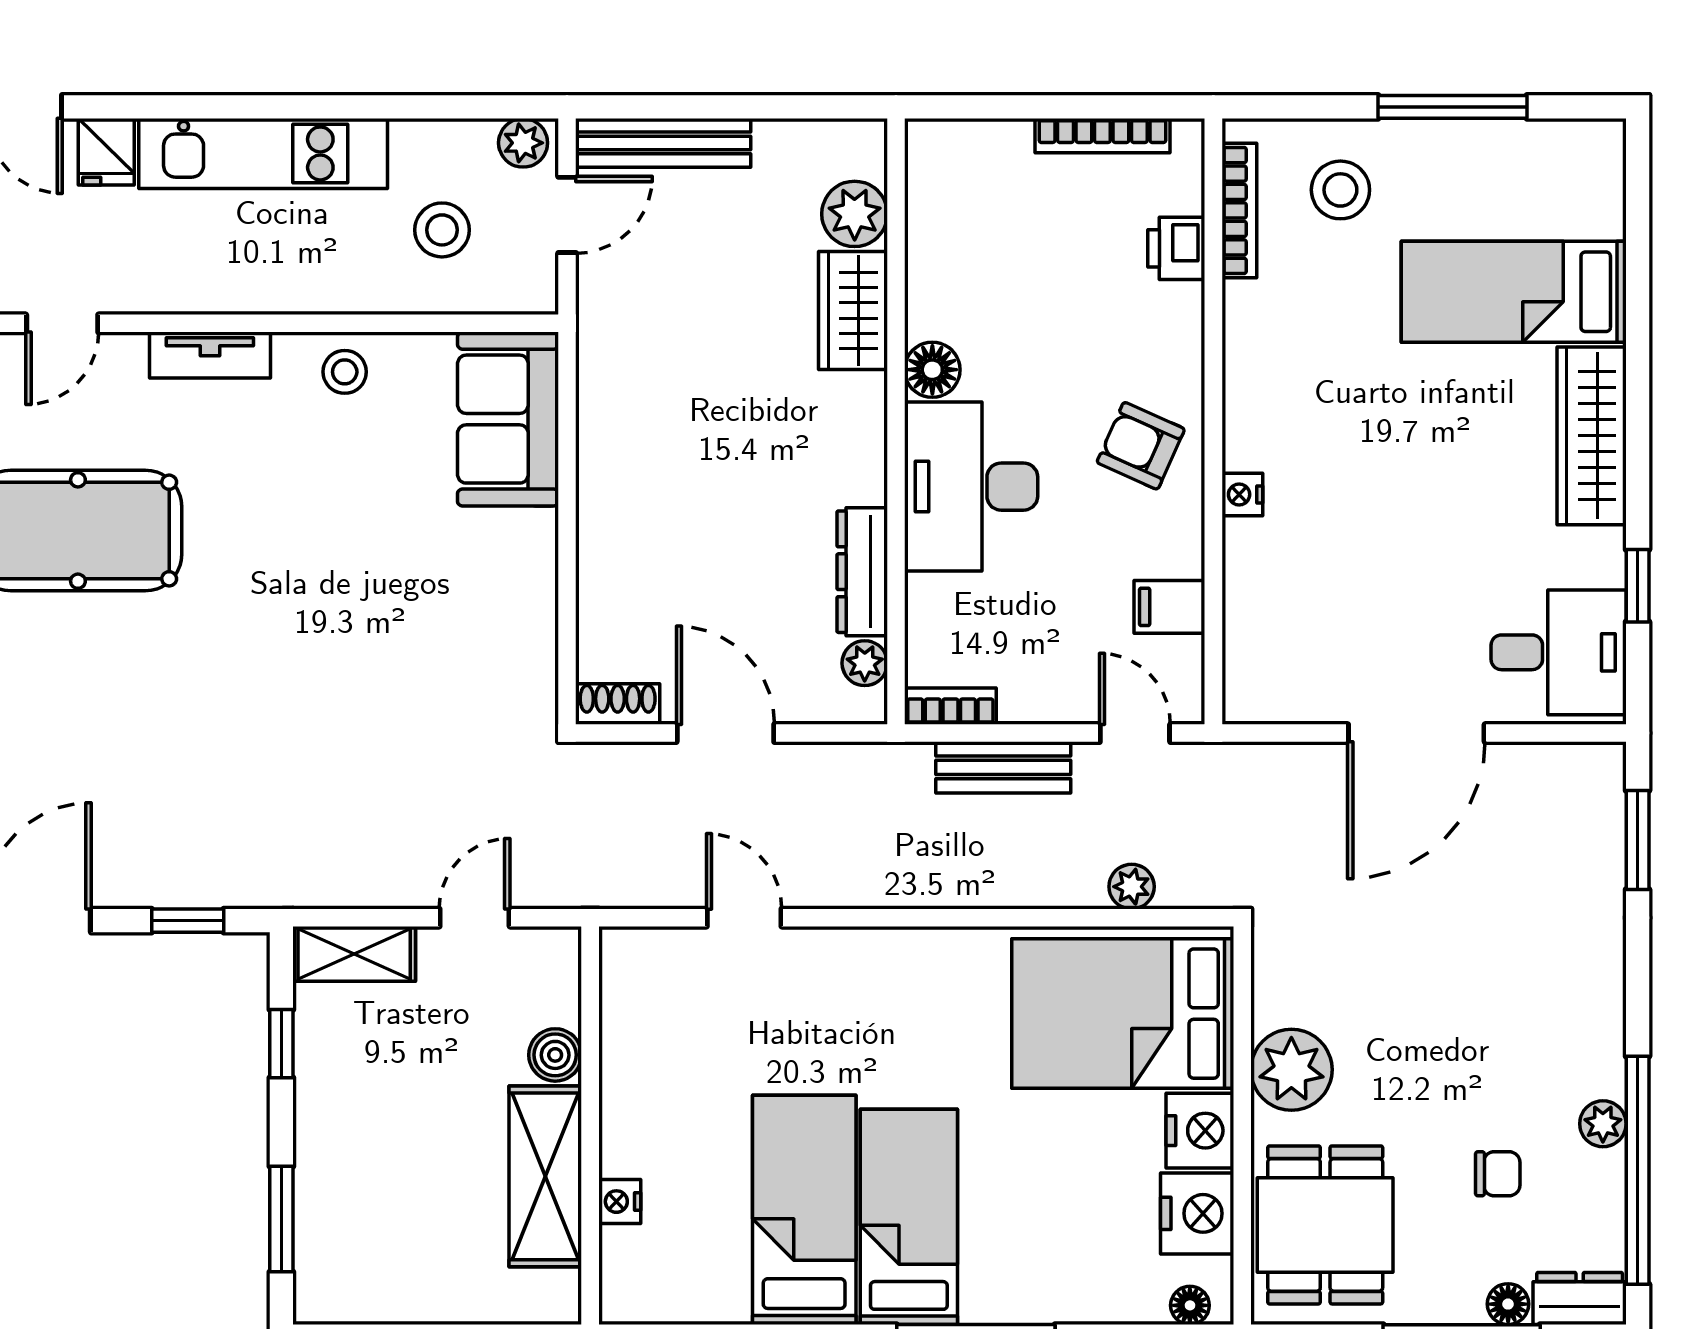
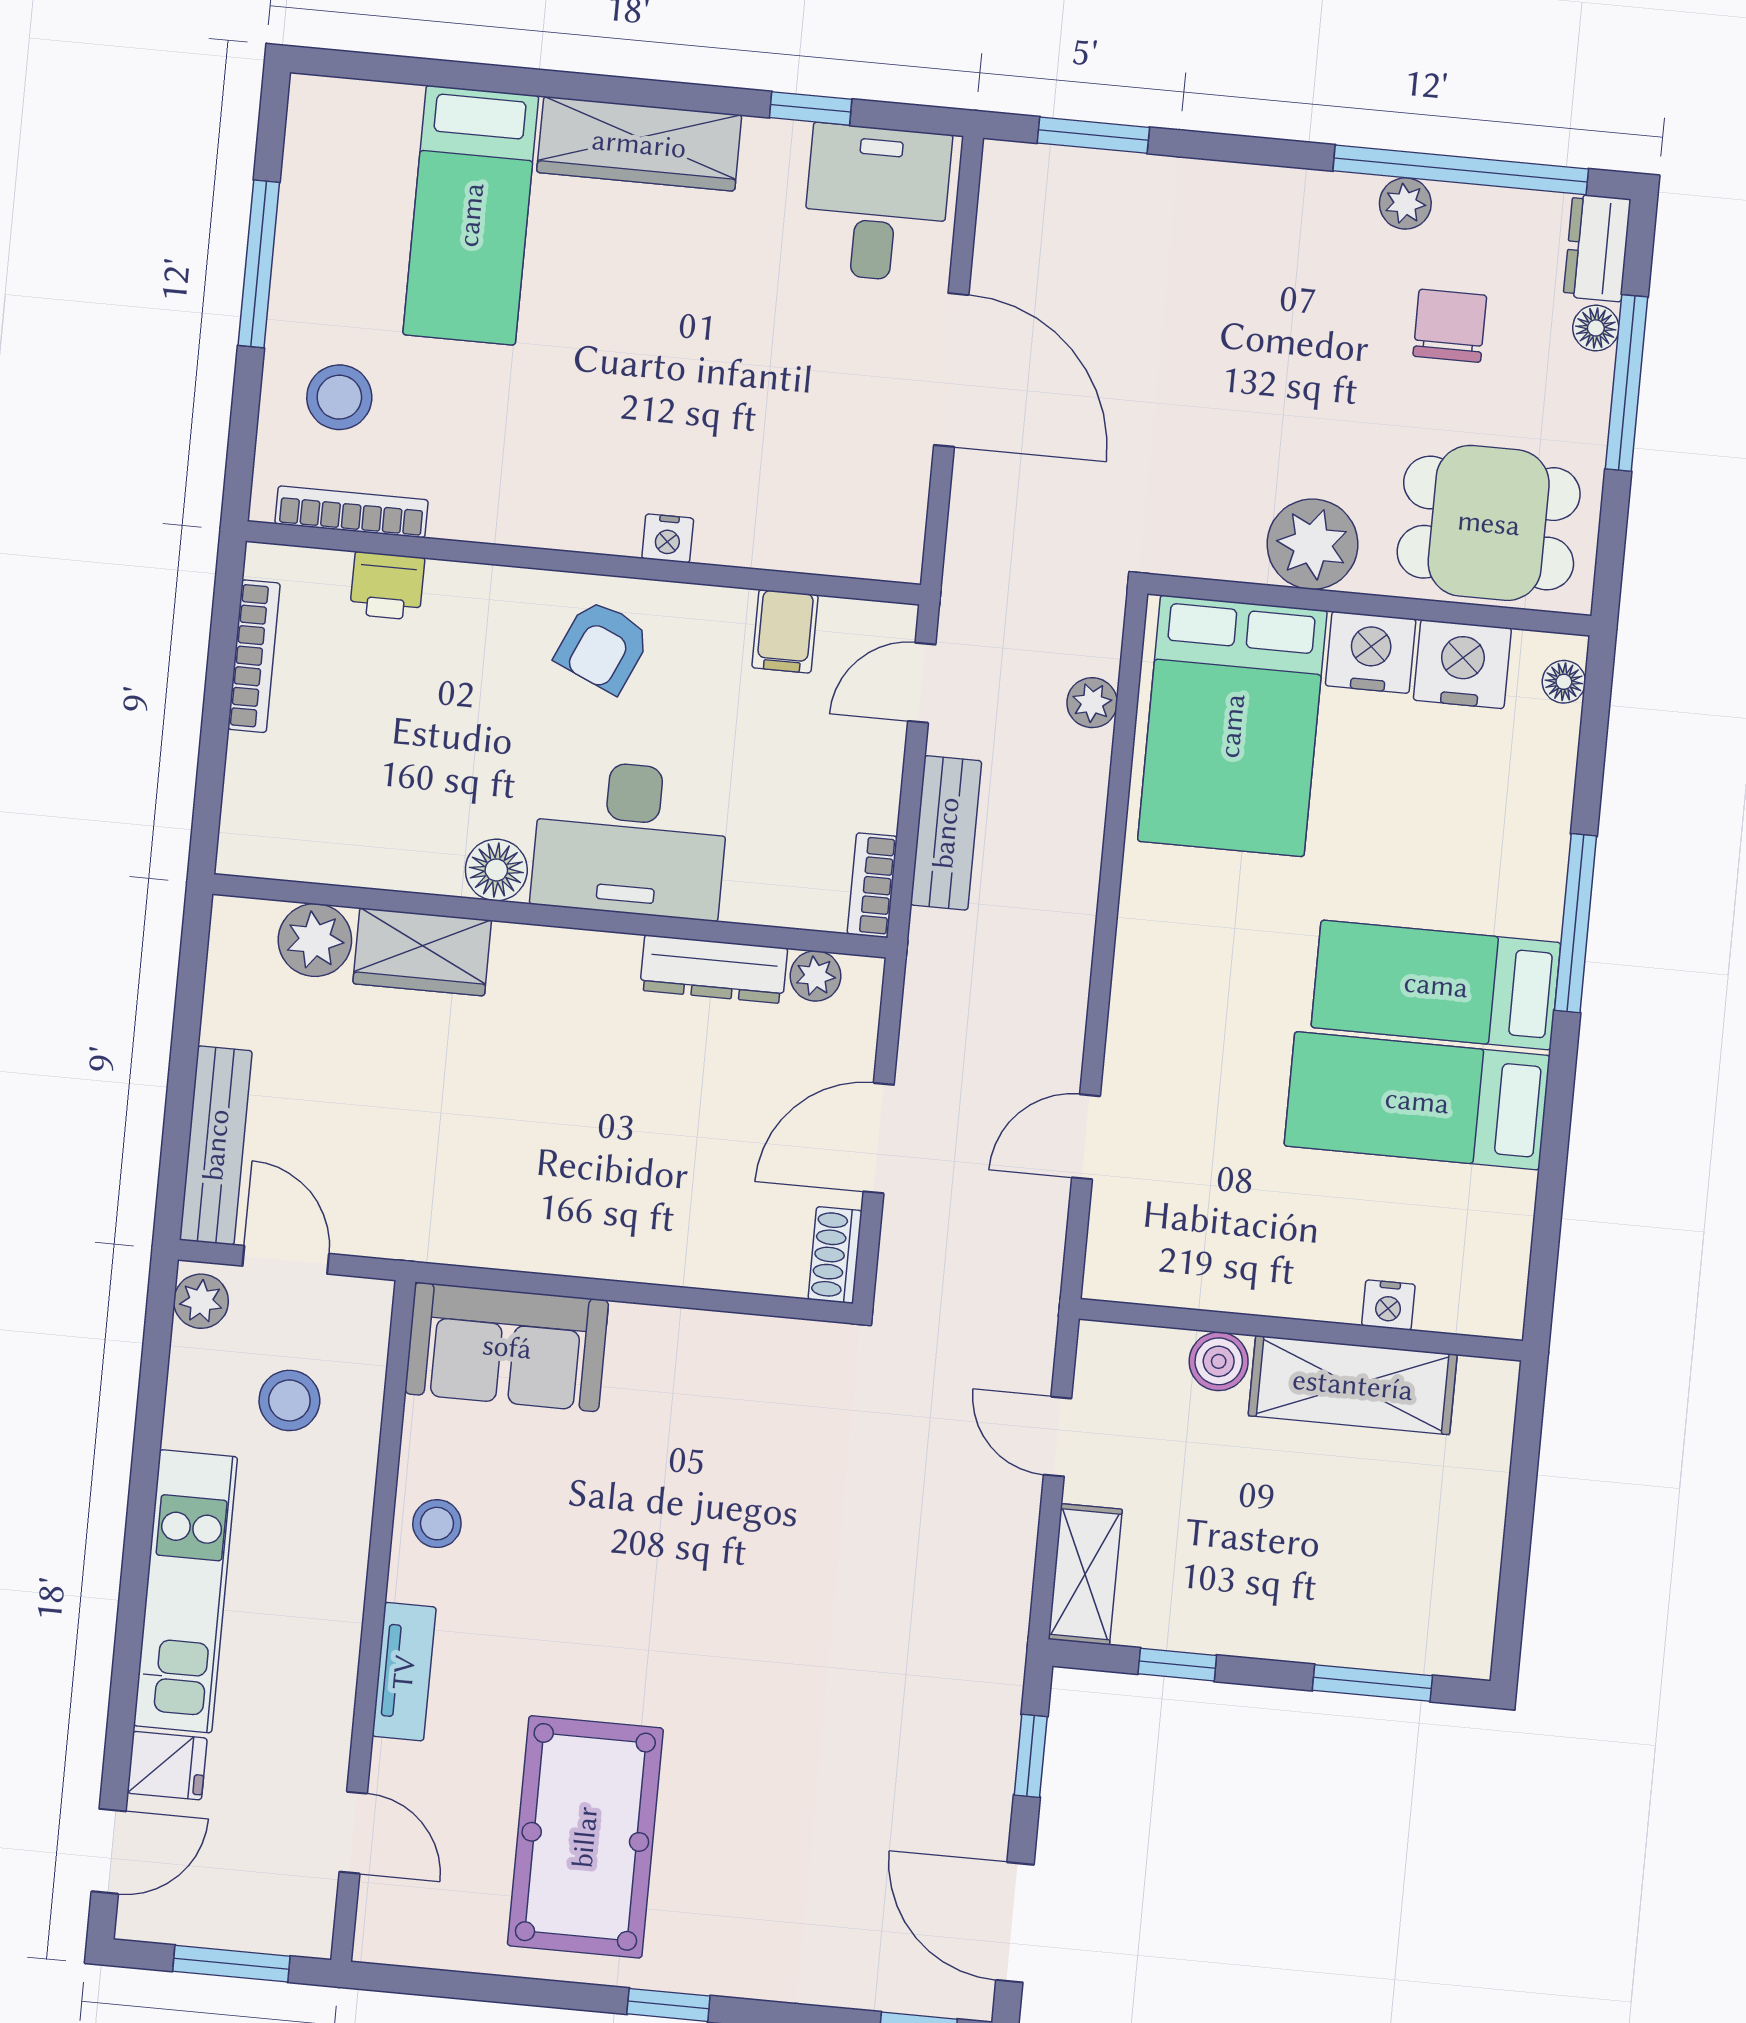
chair: (1498, 1174) -> (1450, 326), width x1.37, depth x1.37

